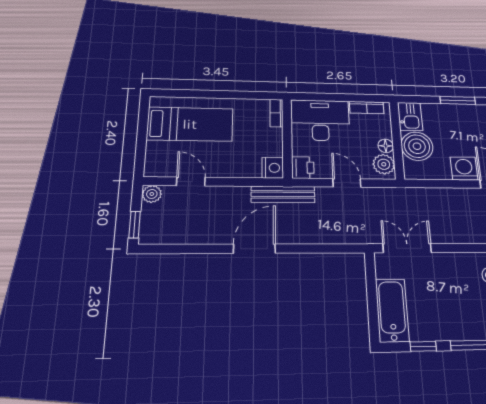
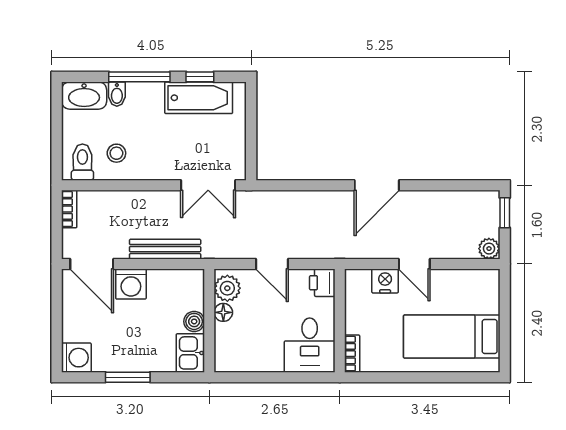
bookcase: (367, 108) -> (243, 364), removed
desk: (320, 120) -> (310, 345), width x0.73
boiler: (417, 146) -> (194, 321), width x0.54, depth x0.54
nightstand: (273, 168) -> (385, 281), moved, turned 90
door: (191, 181) -> (414, 264), moved
bench: (283, 194) -> (165, 249), moved
bathtub: (392, 310) -> (199, 98), moved, turned -90

